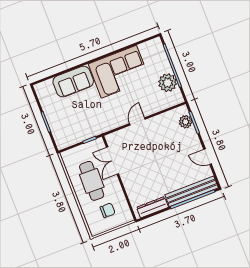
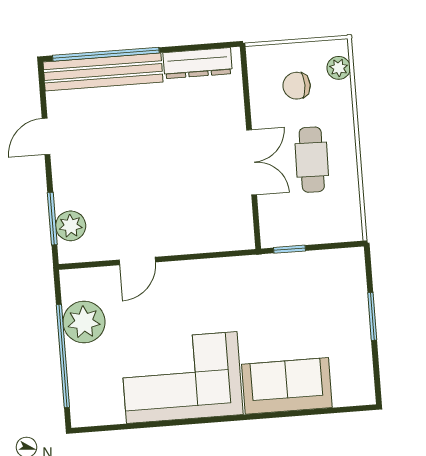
door: (137, 121) -> (137, 261), moved
door: (208, 157) -> (46, 136), swing flipped
double door: (112, 161) -> (252, 162), moved
cafe table: (92, 181) -> (312, 160), width x0.73, depth x0.74
plant: (92, 223) -> (339, 68), added

